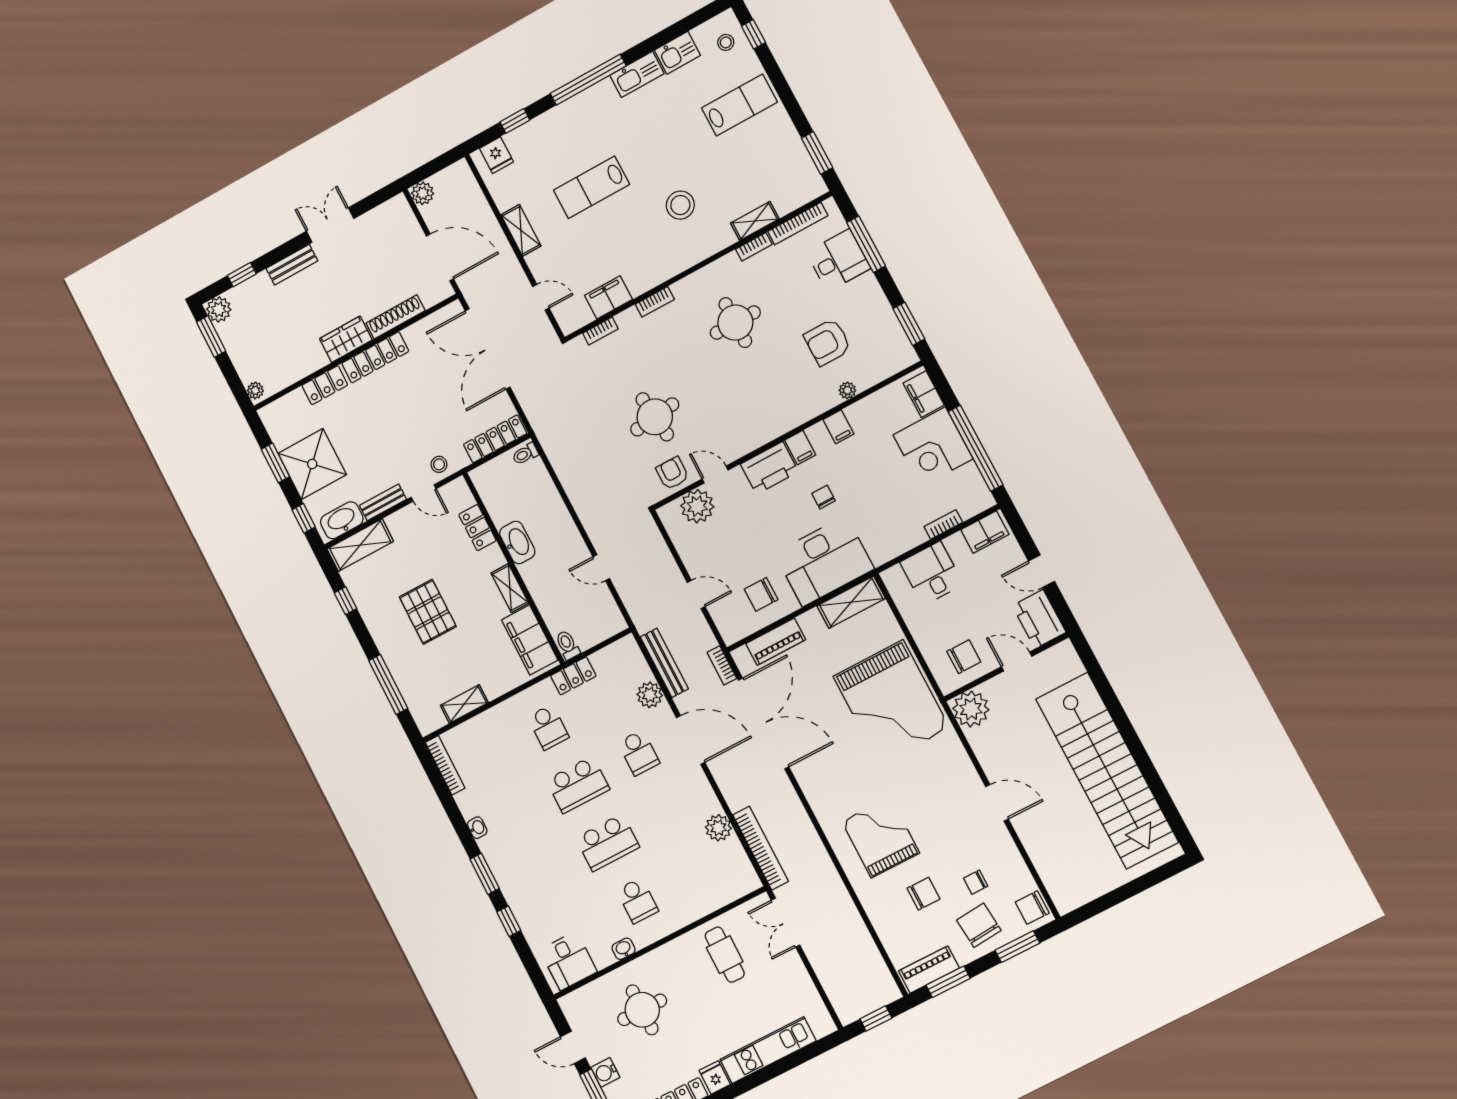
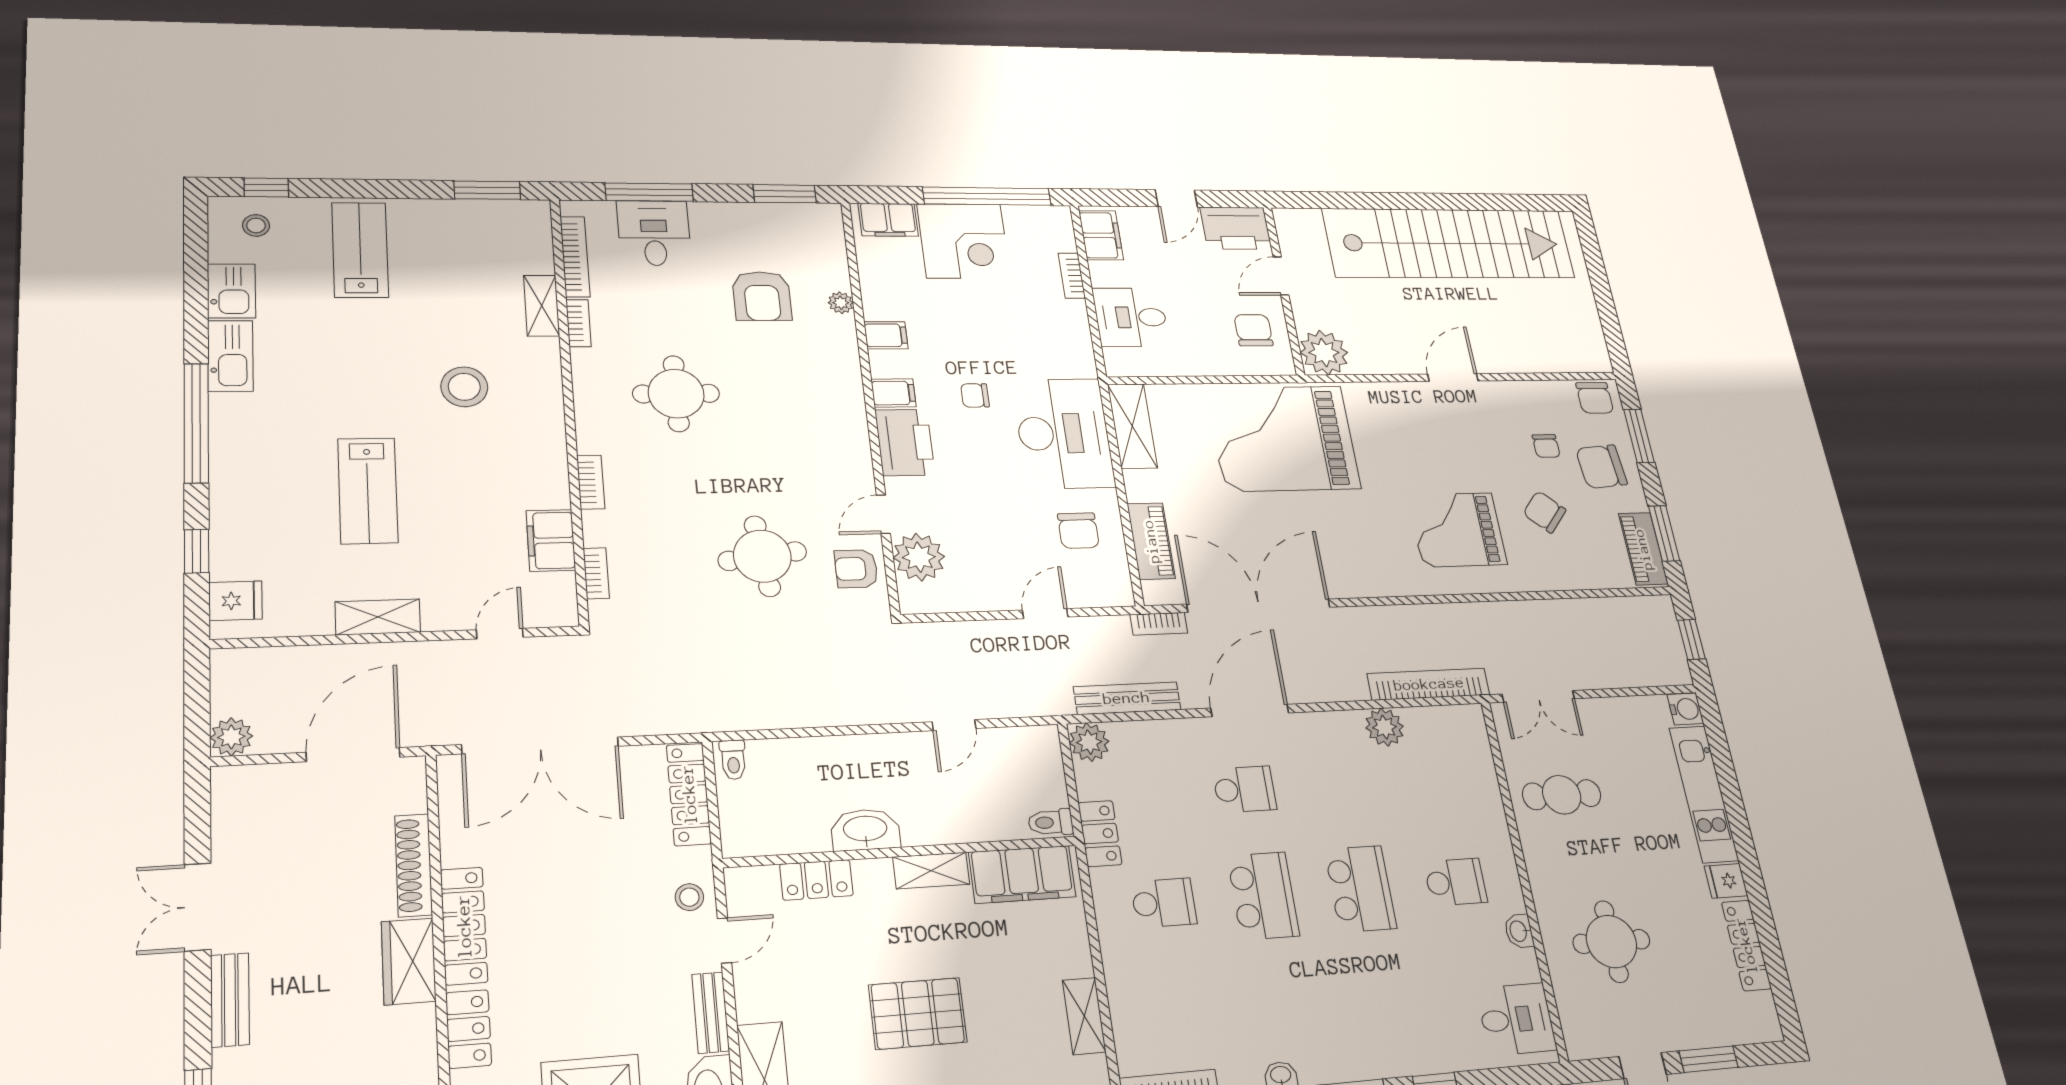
plant: (650, 695) -> (1089, 742), moved
grand piano: (891, 702) -> (1283, 438), turned 180
chair: (923, 894) -> (1545, 512), turned -49
water cooler: (605, 1072) -> (1685, 709), moved, turned -90

